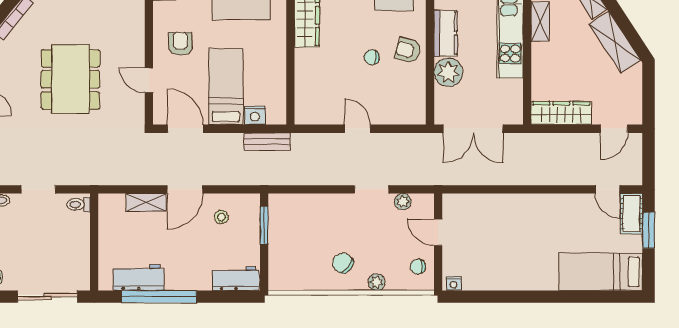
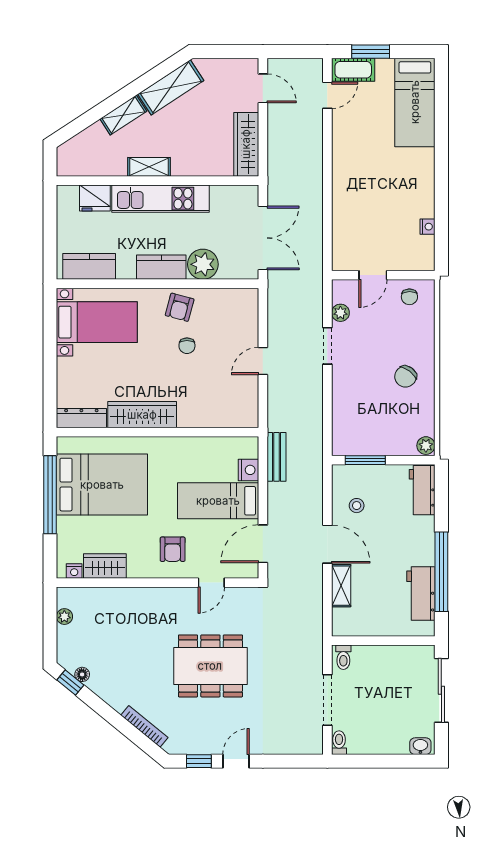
armchair: (180, 44) -> (173, 549), turned -90
doorway: (38, 189) -> (327, 700), width x1.38
plant: (377, 282) -> (426, 446), moved
nightstand: (454, 284) -> (427, 227), moved

